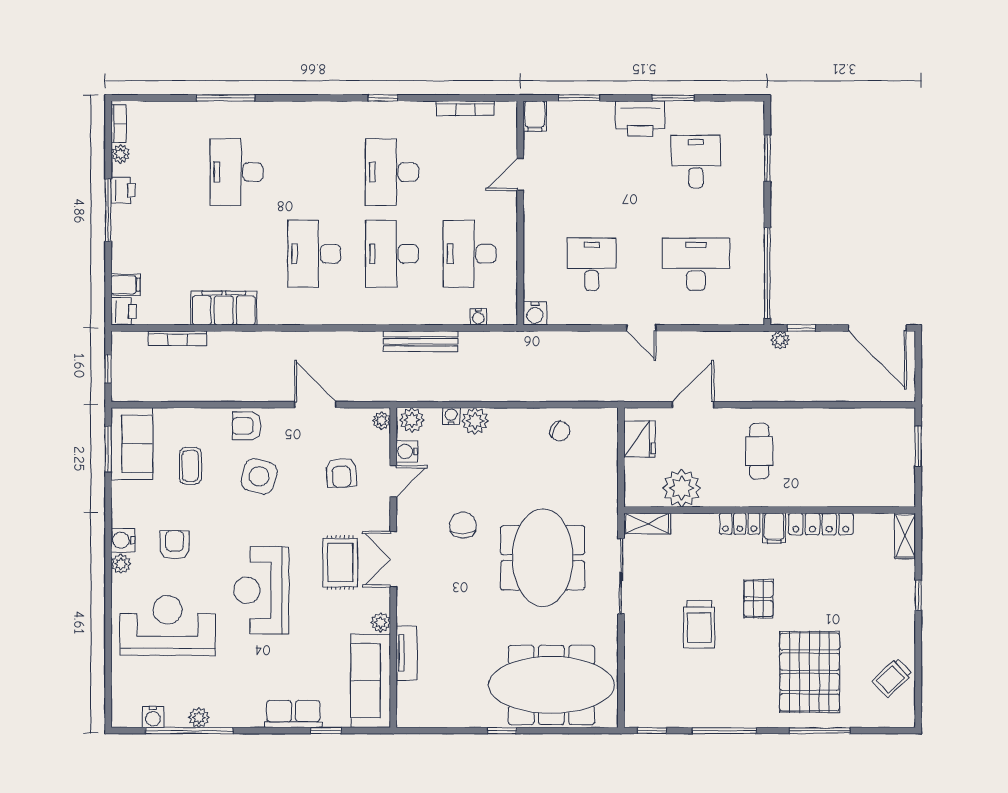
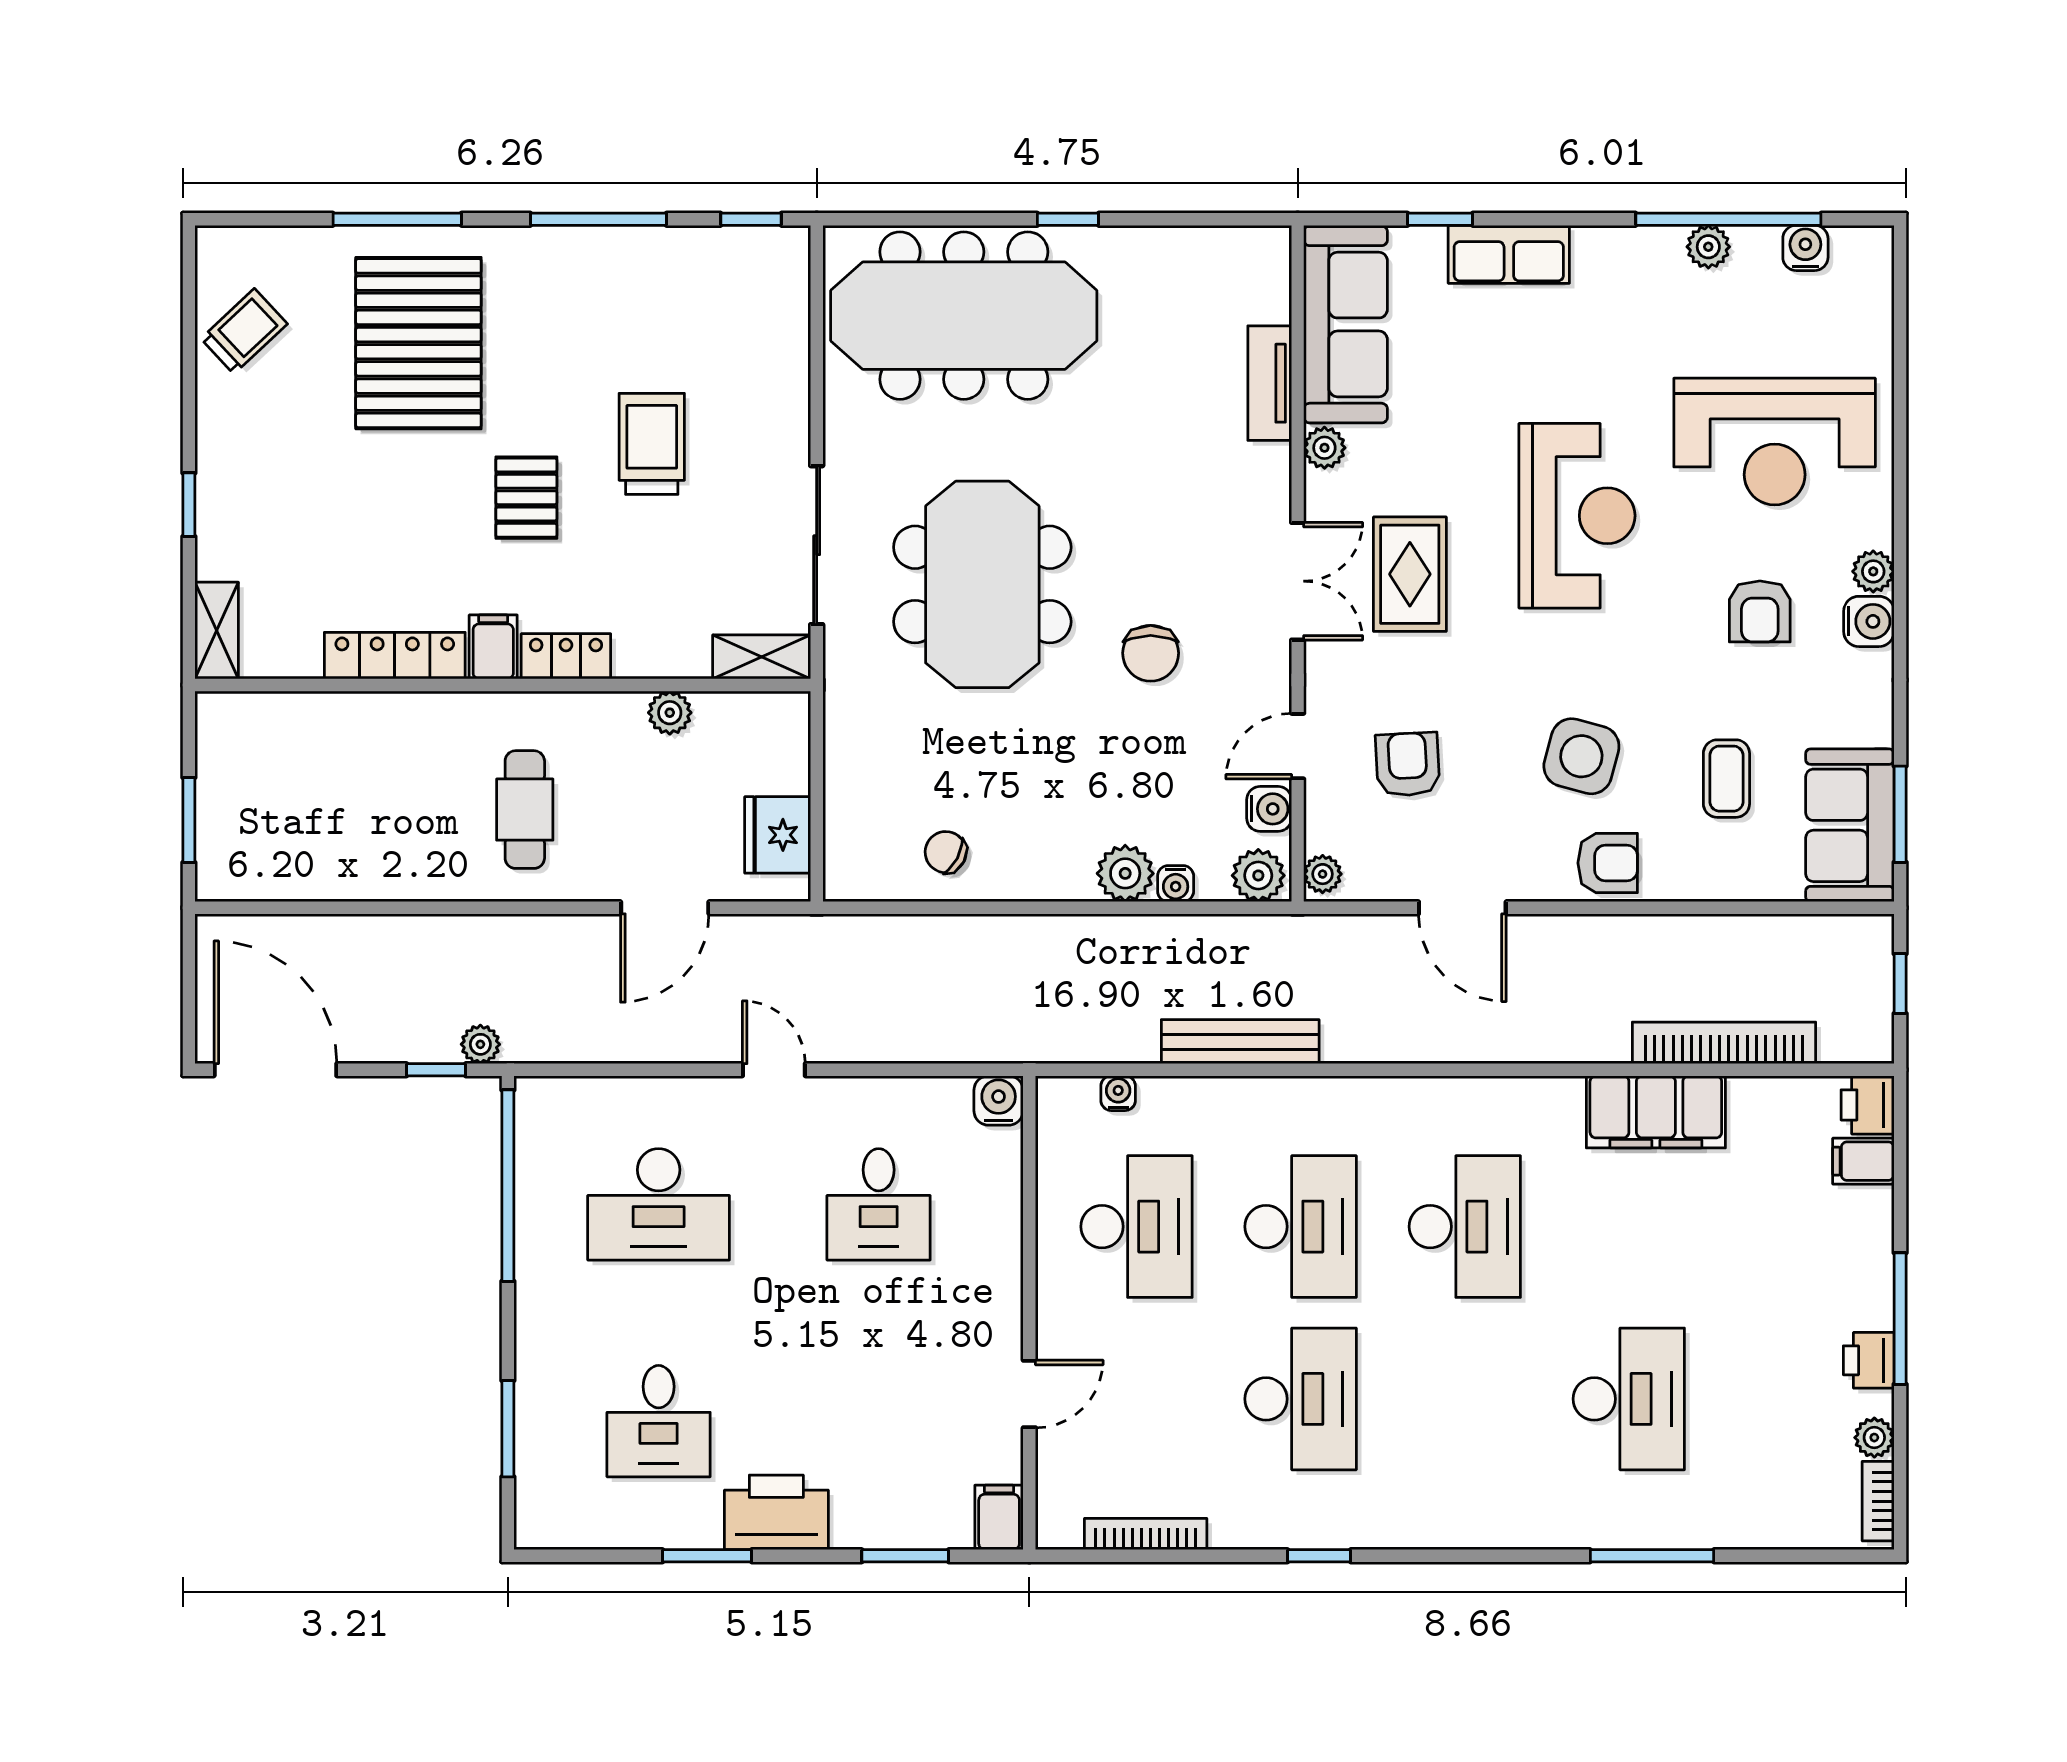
bookcase: (177, 338) -> (1724, 1043), width x1.48, depth x1.31
plant: (682, 488) -> (670, 713), width x0.53, depth x0.53

